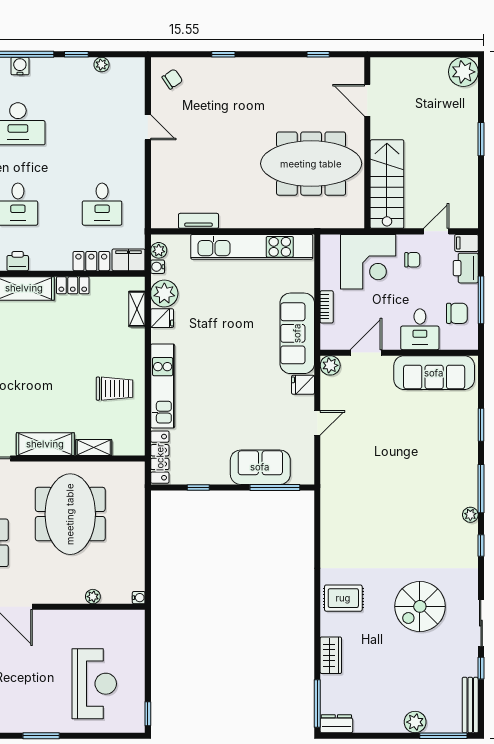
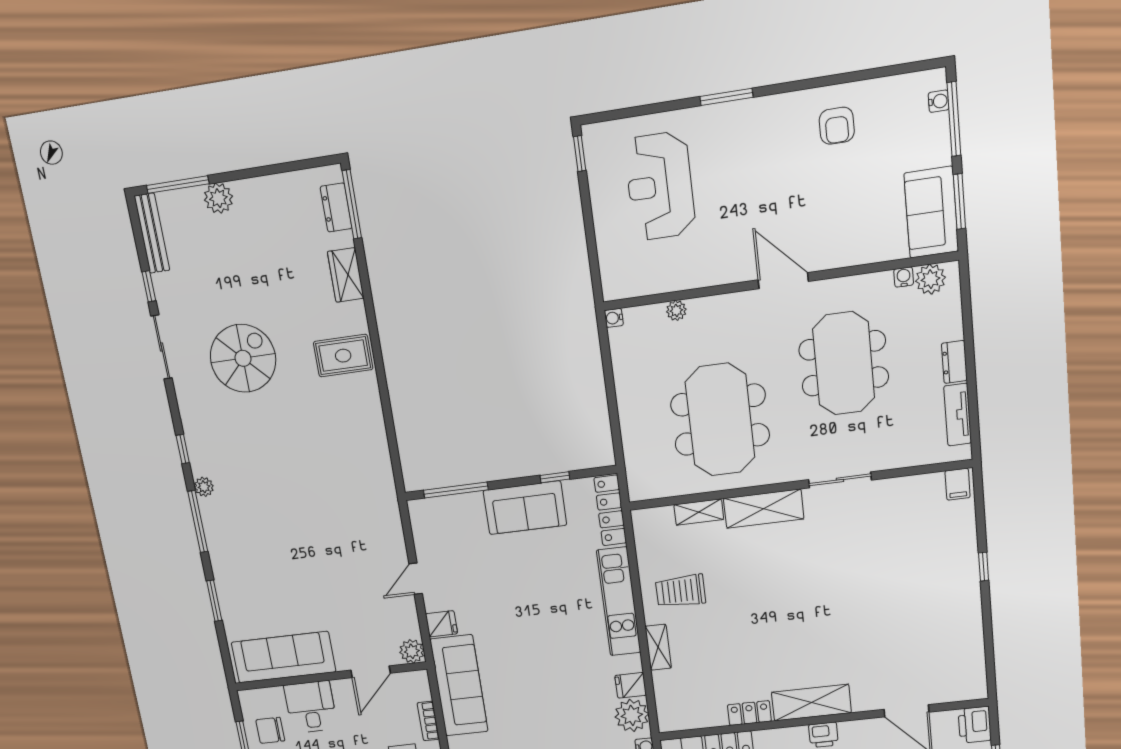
shelving: (137, 309) -> (658, 647), moved
sofa: (260, 467) -> (525, 508), moved
dresser: (336, 724) -> (336, 207), moved, turned 90

